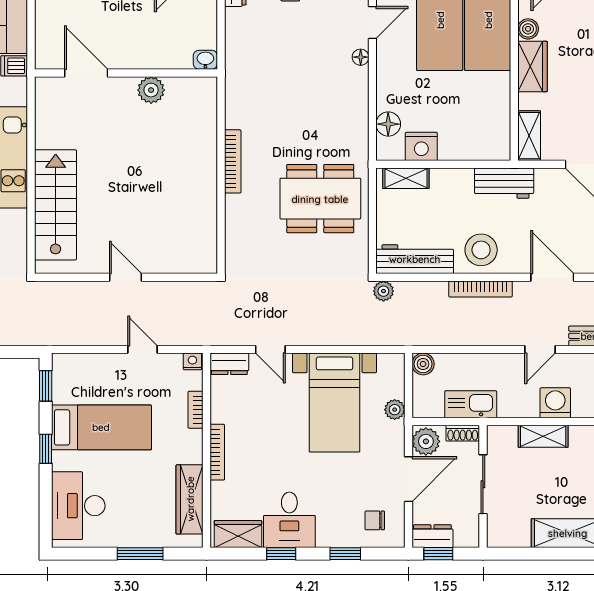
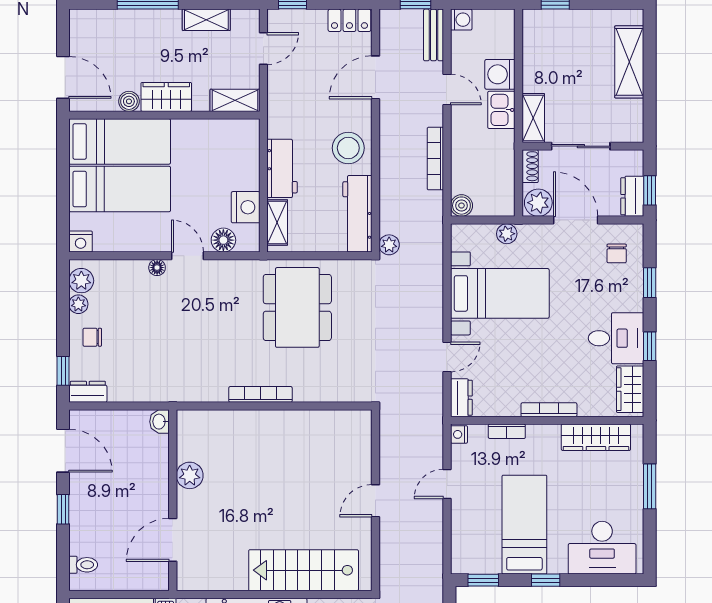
door: (372, 23) -> (188, 256), moved
workbench: (504, 183) -> (282, 168), moved
bookcase: (480, 289) -> (435, 159), moved, turned 180
kitchen sink: (471, 404) -> (501, 110), moved, width x0.73
shelving: (543, 436) -> (533, 118), moved

